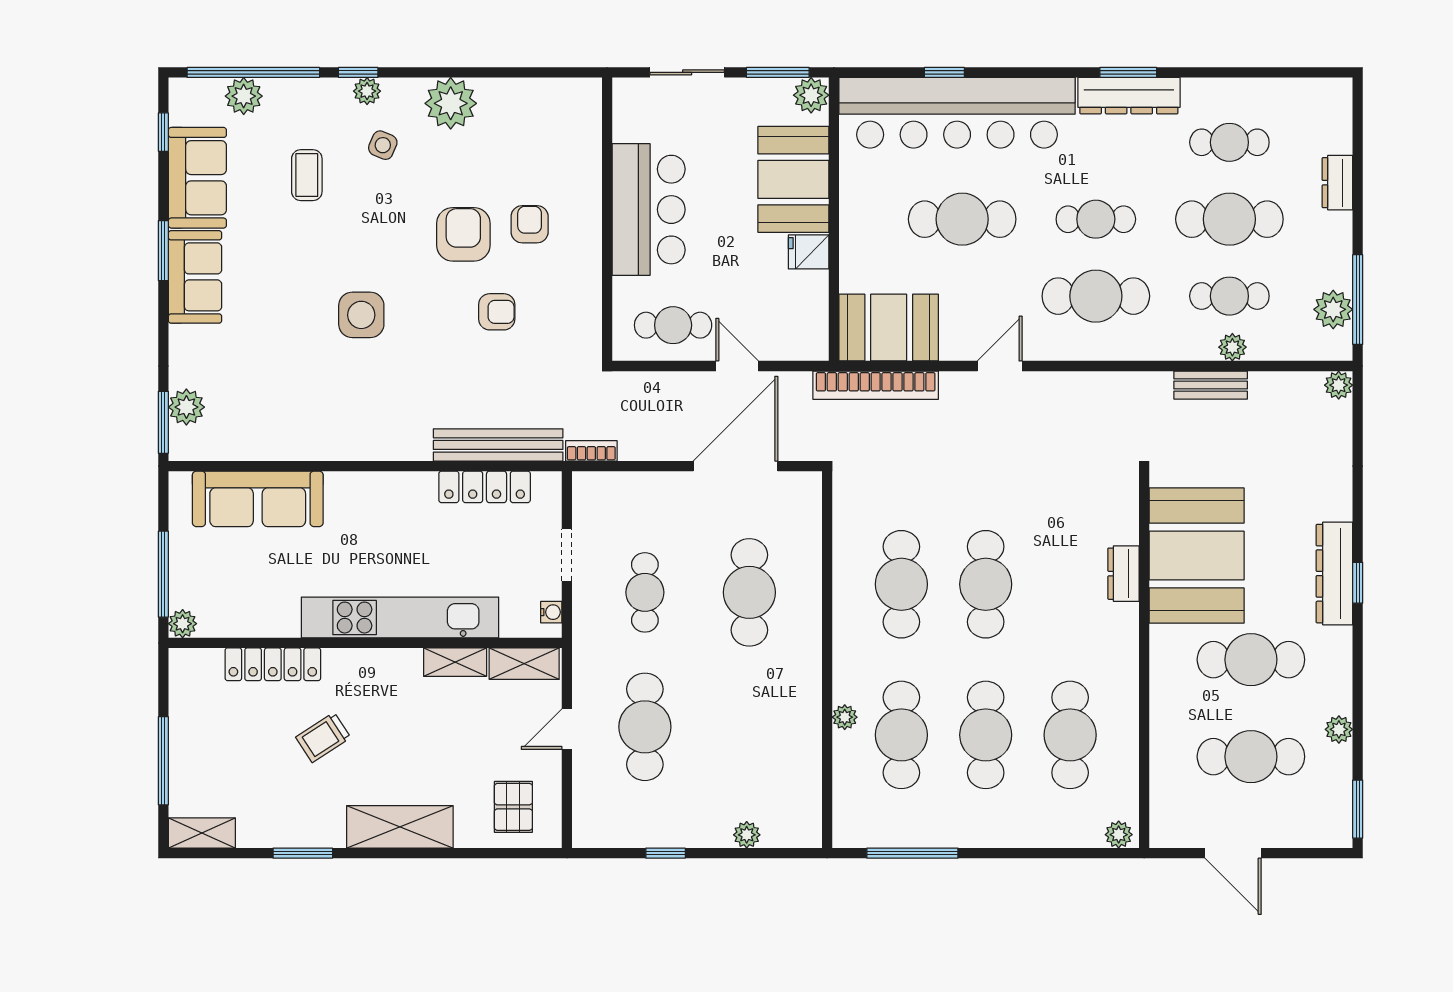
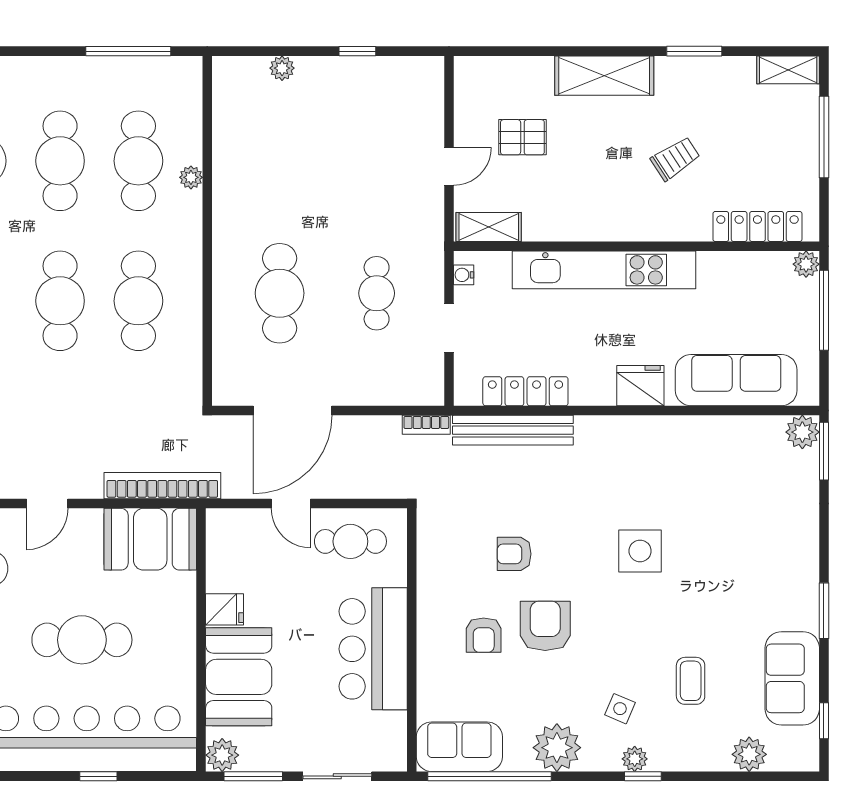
window: (253, 72) -> (489, 776), moved
armchair: (463, 234) -> (545, 626), turned 180
sofa: (195, 277) -> (459, 747), moved, turned 90
plant: (186, 407) -> (802, 432), moved
fridge: (361, 493) -> (640, 386), added
shelving: (455, 662) -> (553, 229), removed
locker: (273, 664) -> (757, 227), moved
cafe table: (645, 727) -> (377, 168), removed
pallet: (513, 807) -> (522, 137), moved, turned 90

